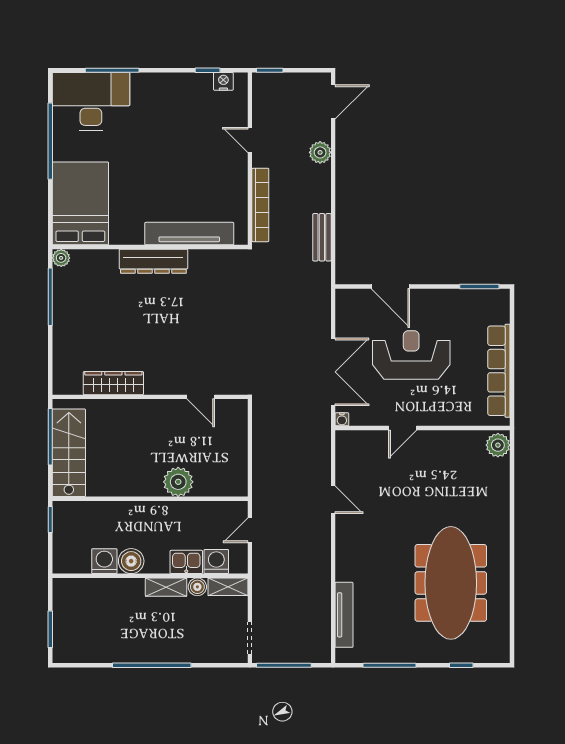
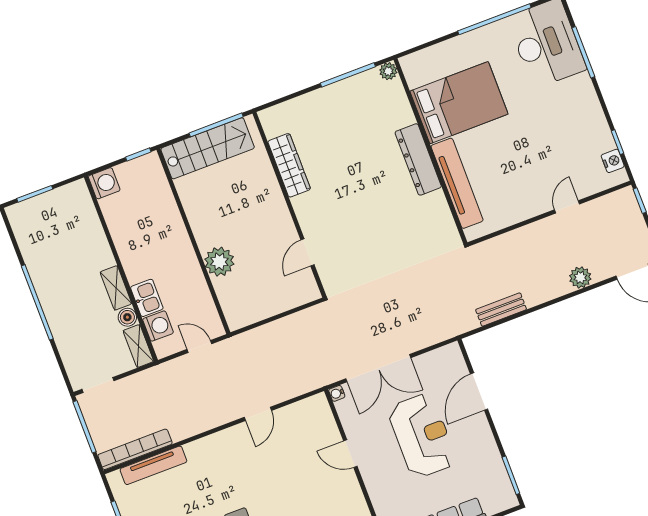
bed: (80, 203) -> (459, 103), moved
bookcase: (260, 205) -> (135, 449), moved, turned 180
washing machine: (104, 561) -> (104, 183), moved
boiler: (131, 561) -> (128, 246), removed

